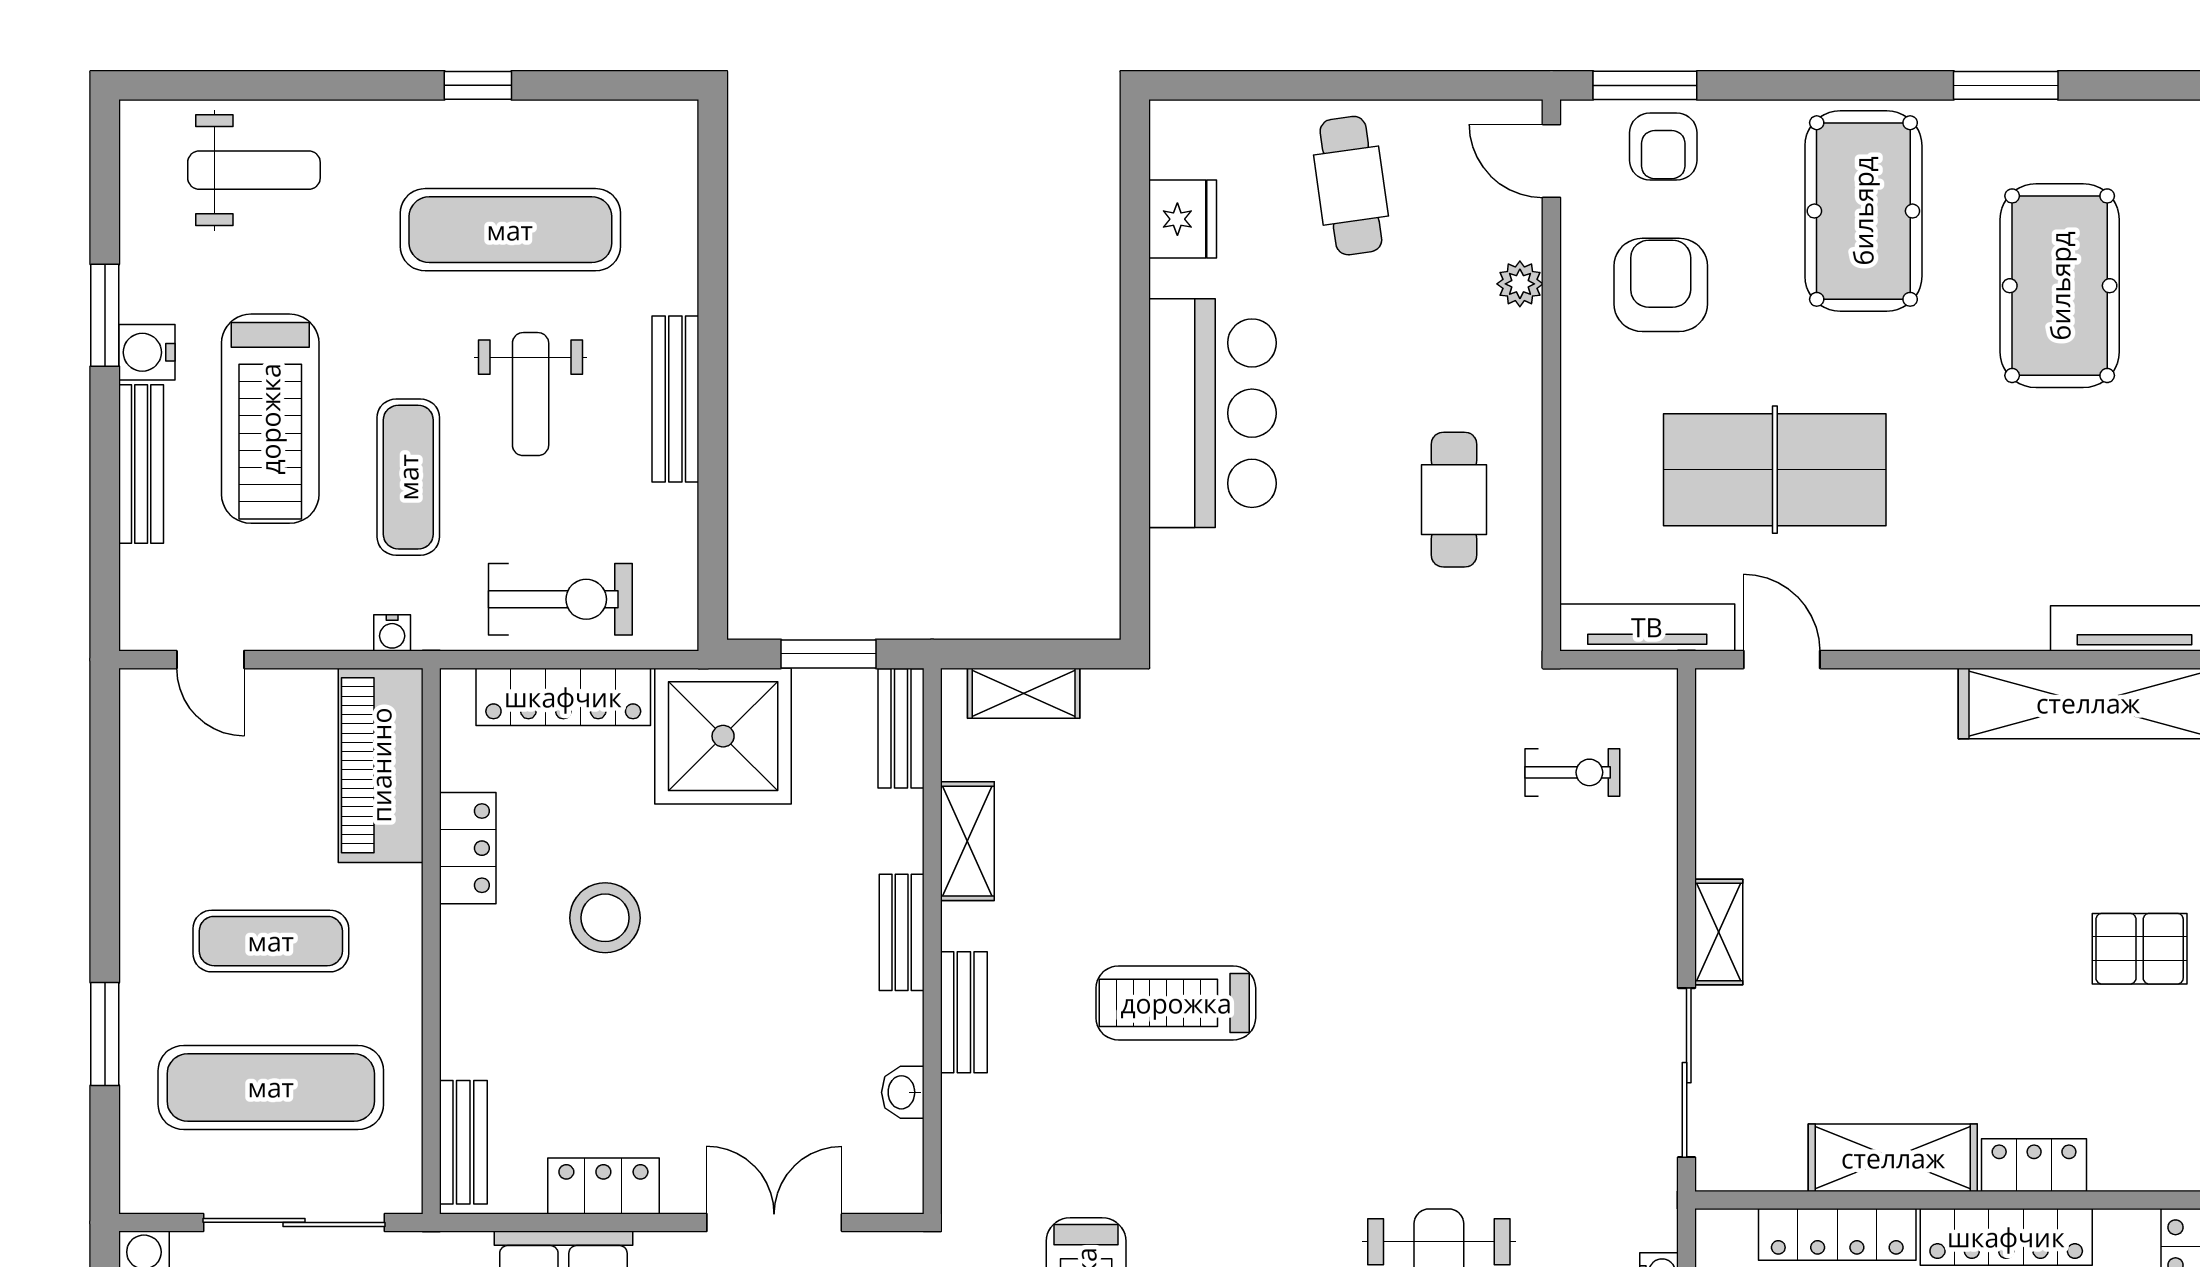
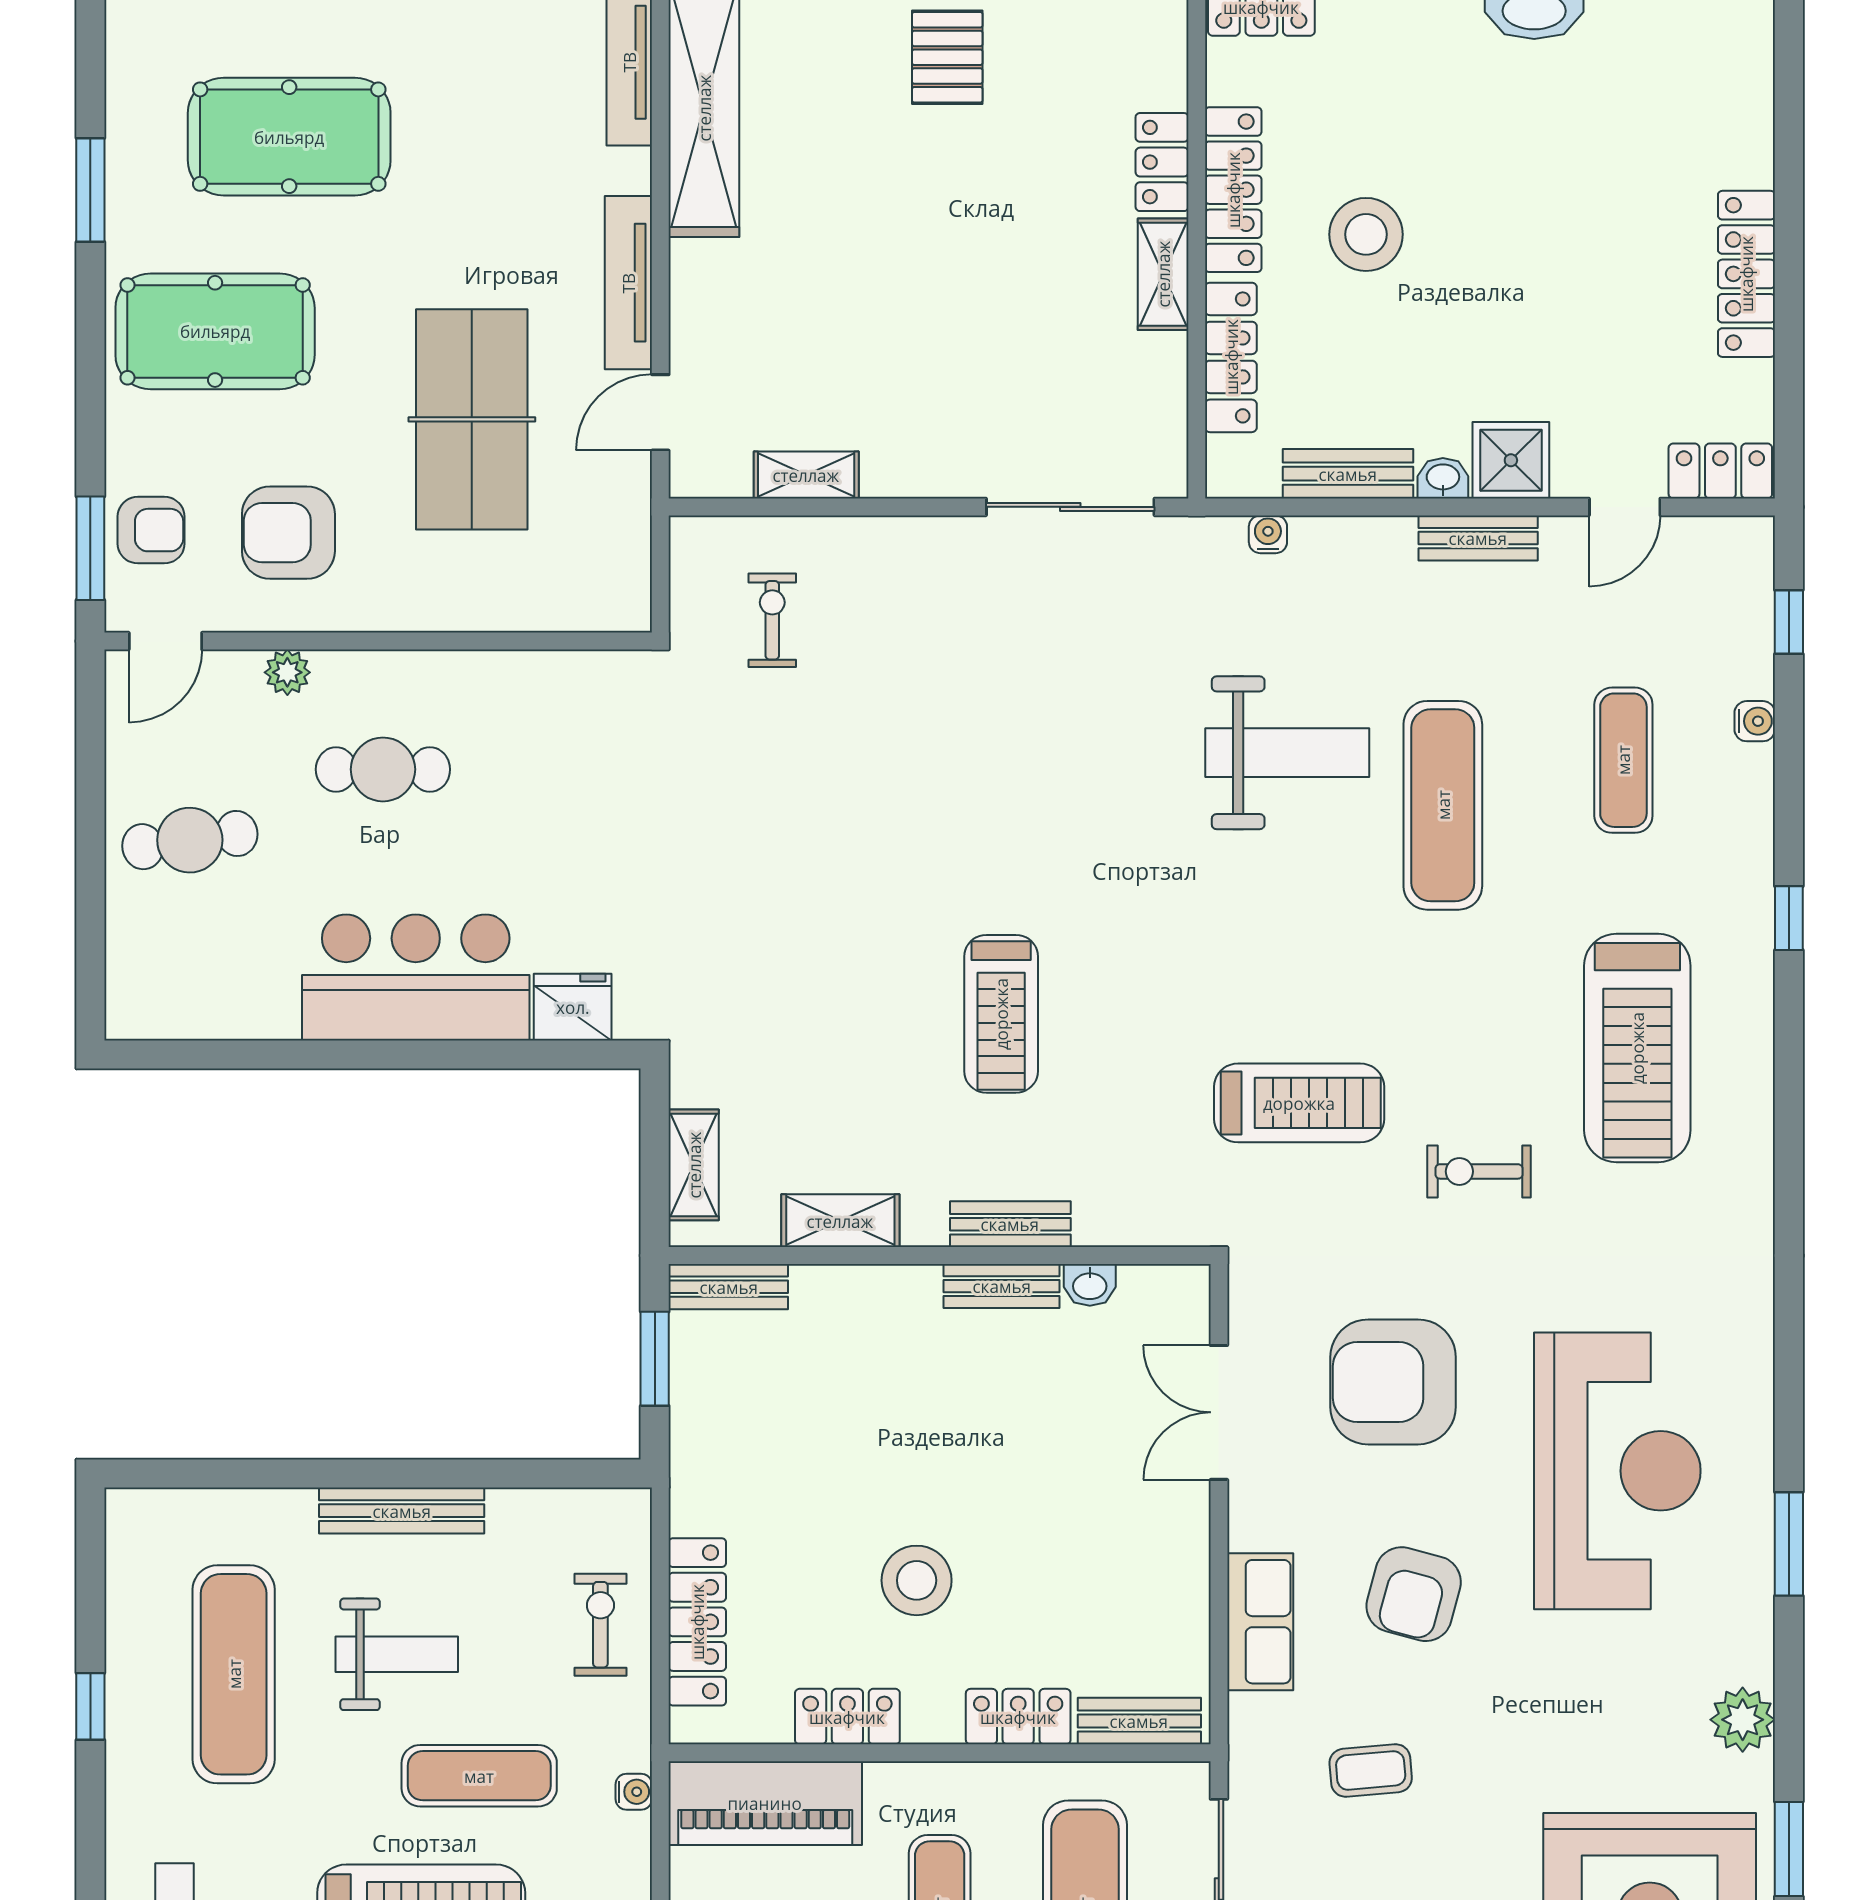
fridge: (1183, 219) -> (573, 1007), moved
cafe table: (1454, 500) -> (383, 769), moved
exercise bike: (560, 599) -> (600, 1625), width x0.73, depth x0.72
tv unit: (1647, 627) -> (628, 283), moved
shower: (723, 736) -> (736, 1463), removed
bench: (902, 932) -> (1002, 1286), moved
shelving: (1719, 932) -> (806, 475), moved
shelving: (1893, 1158) -> (1163, 274), width x0.67, depth x0.75
locker: (603, 1186) -> (1018, 1717), moved, turned 90

